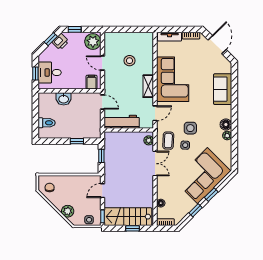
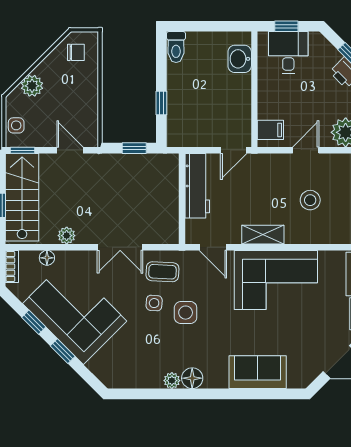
washbasin: (64, 99) -> (240, 59), moved
toilet: (47, 123) -> (176, 47), moved
plant: (149, 140) -> (67, 236), moved
corner sofa: (203, 176) -> (75, 312), moved

